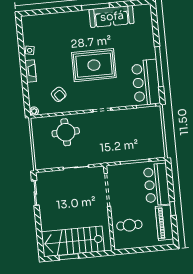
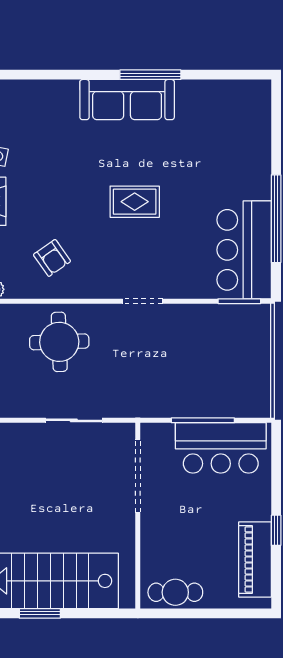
sofa: (112, 16) -> (127, 100), moved
rug: (94, 65) -> (135, 202), width x0.54, depth x0.49
bar counter: (157, 185) -> (221, 448), moved, turned -90
cafe table: (129, 225) -> (175, 592), moved

